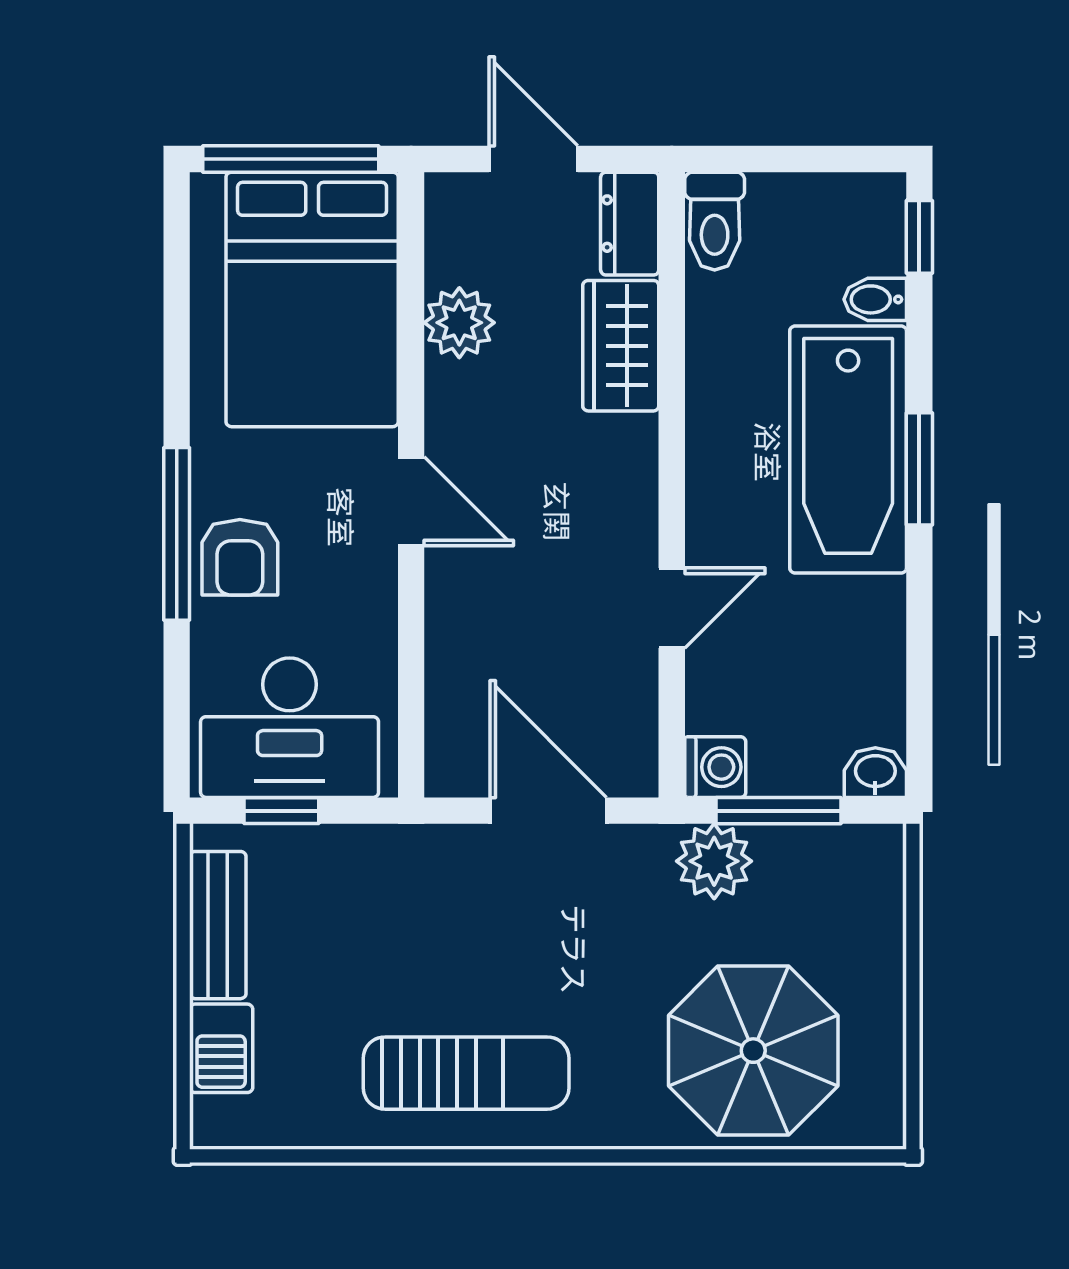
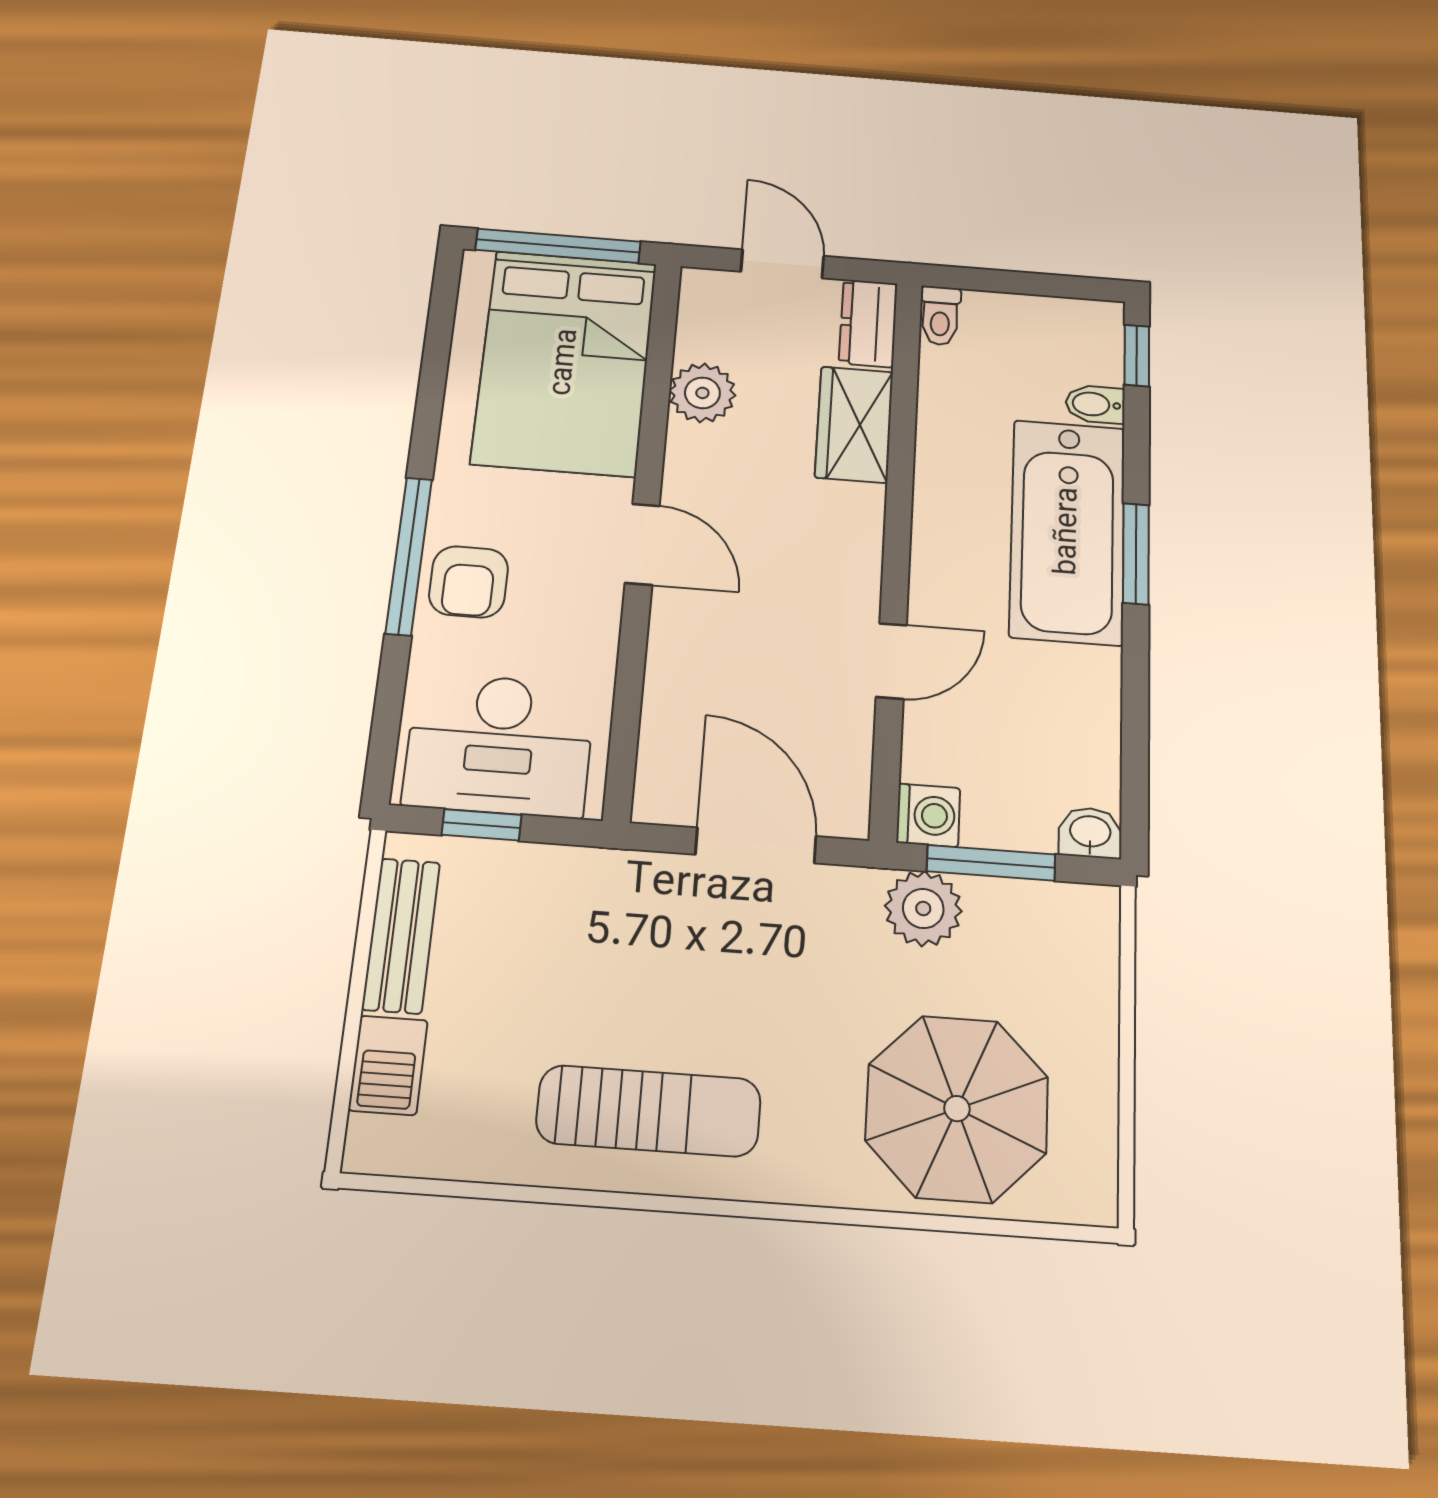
toilet: (715, 221) -> (940, 316), width x0.73, depth x0.72

